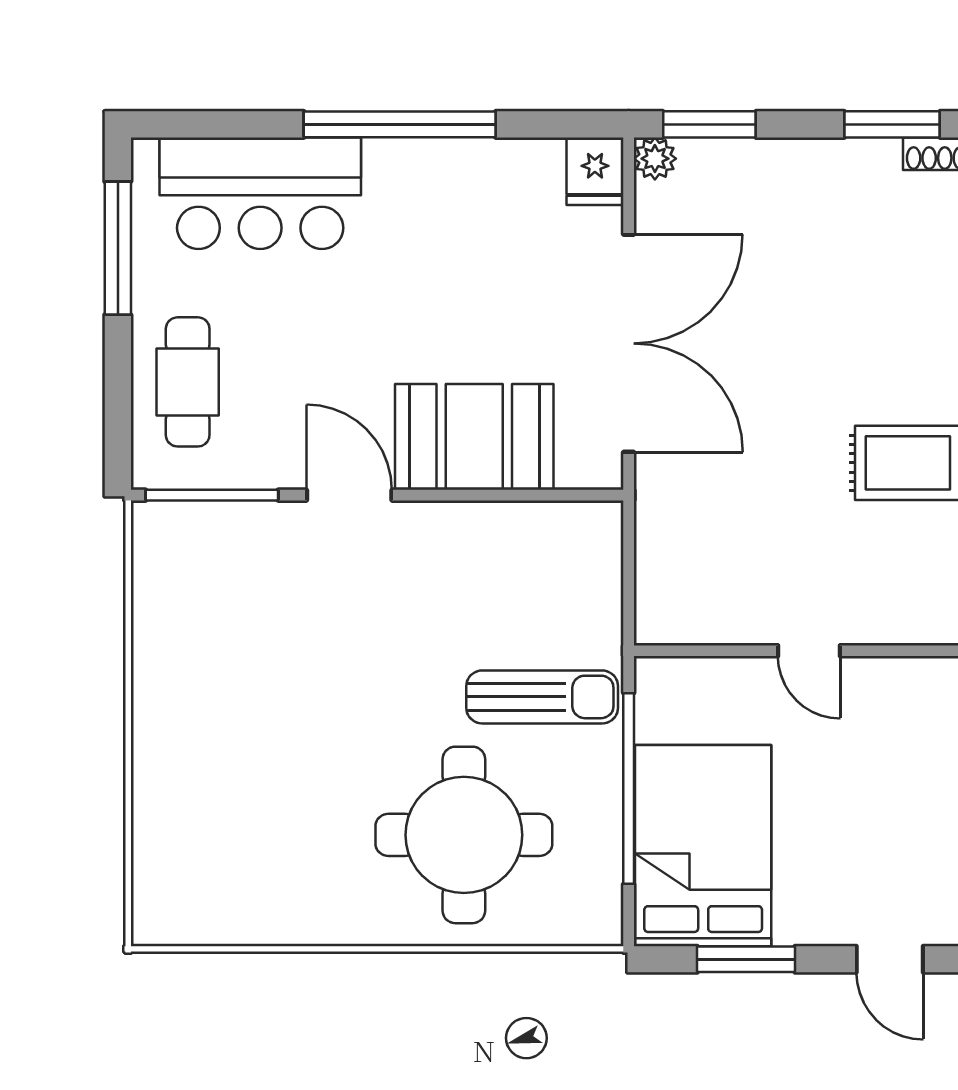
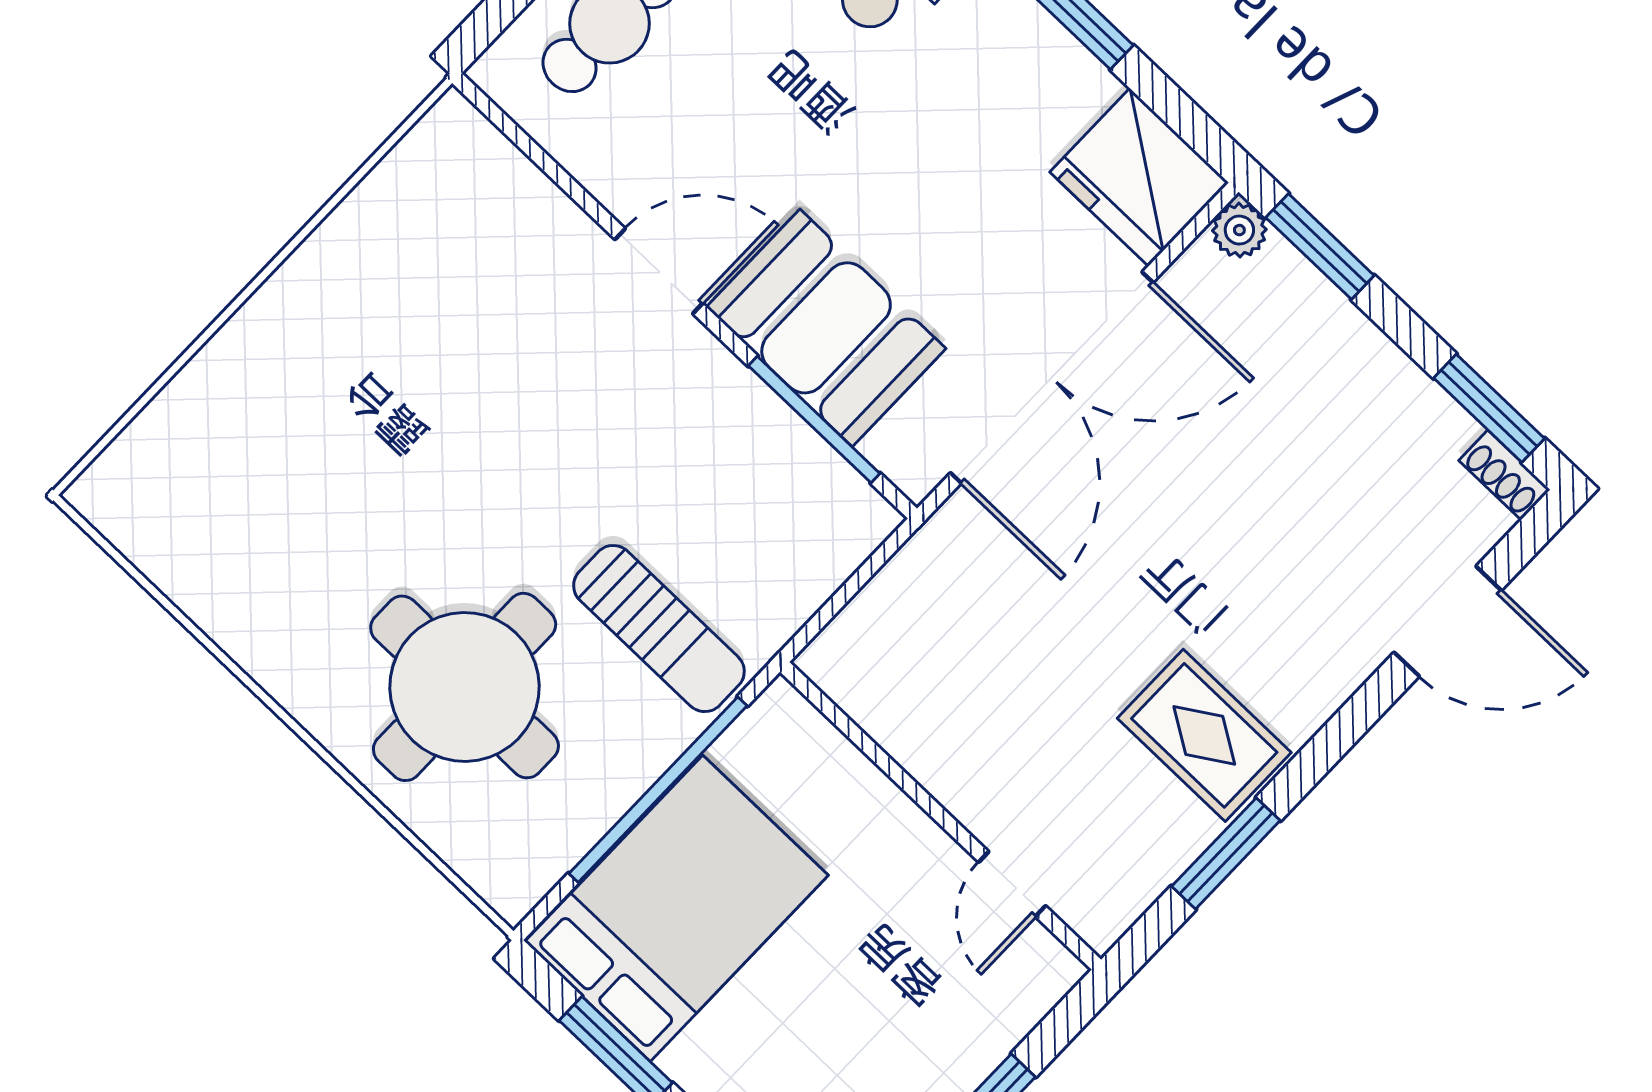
fridge: (595, 171) -> (1139, 177), width x1.88, depth x1.34
window: (212, 495) -> (814, 420), moved
door: (349, 495) -> (659, 271), hinge flipped
door: (809, 651) -> (1012, 884), moved

